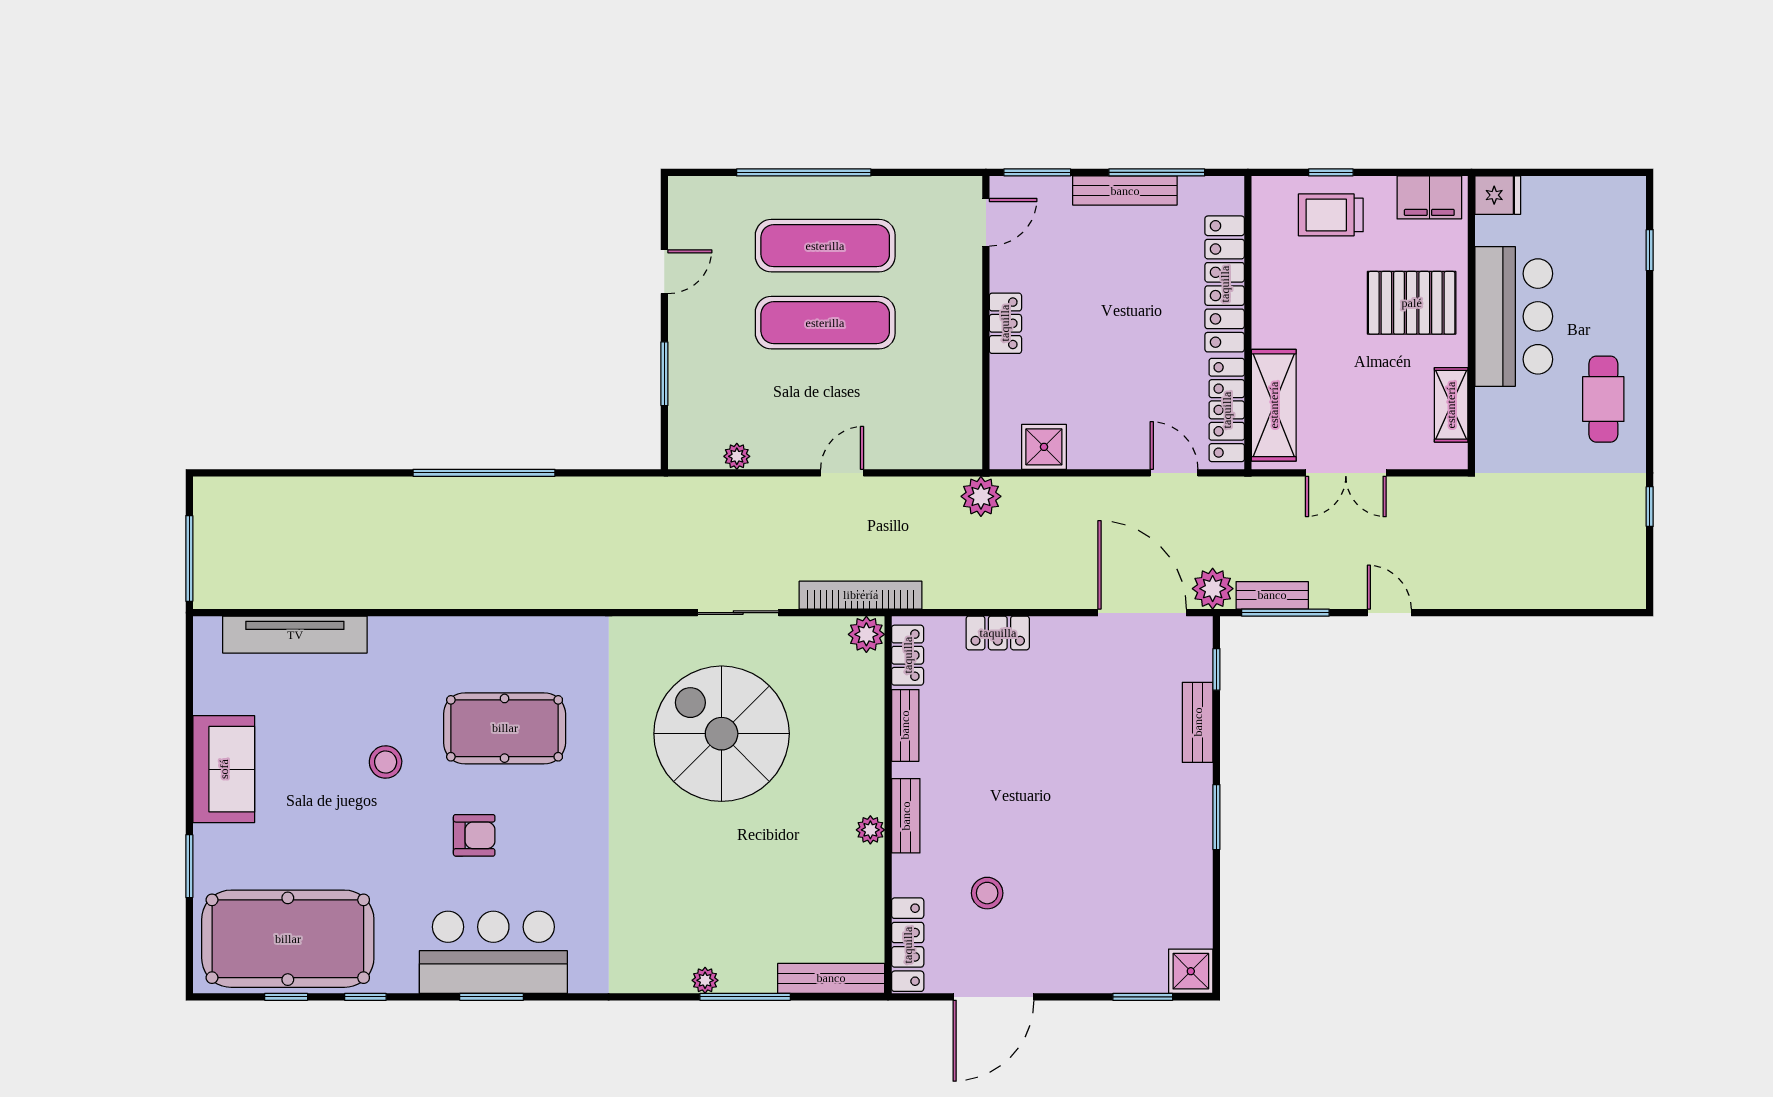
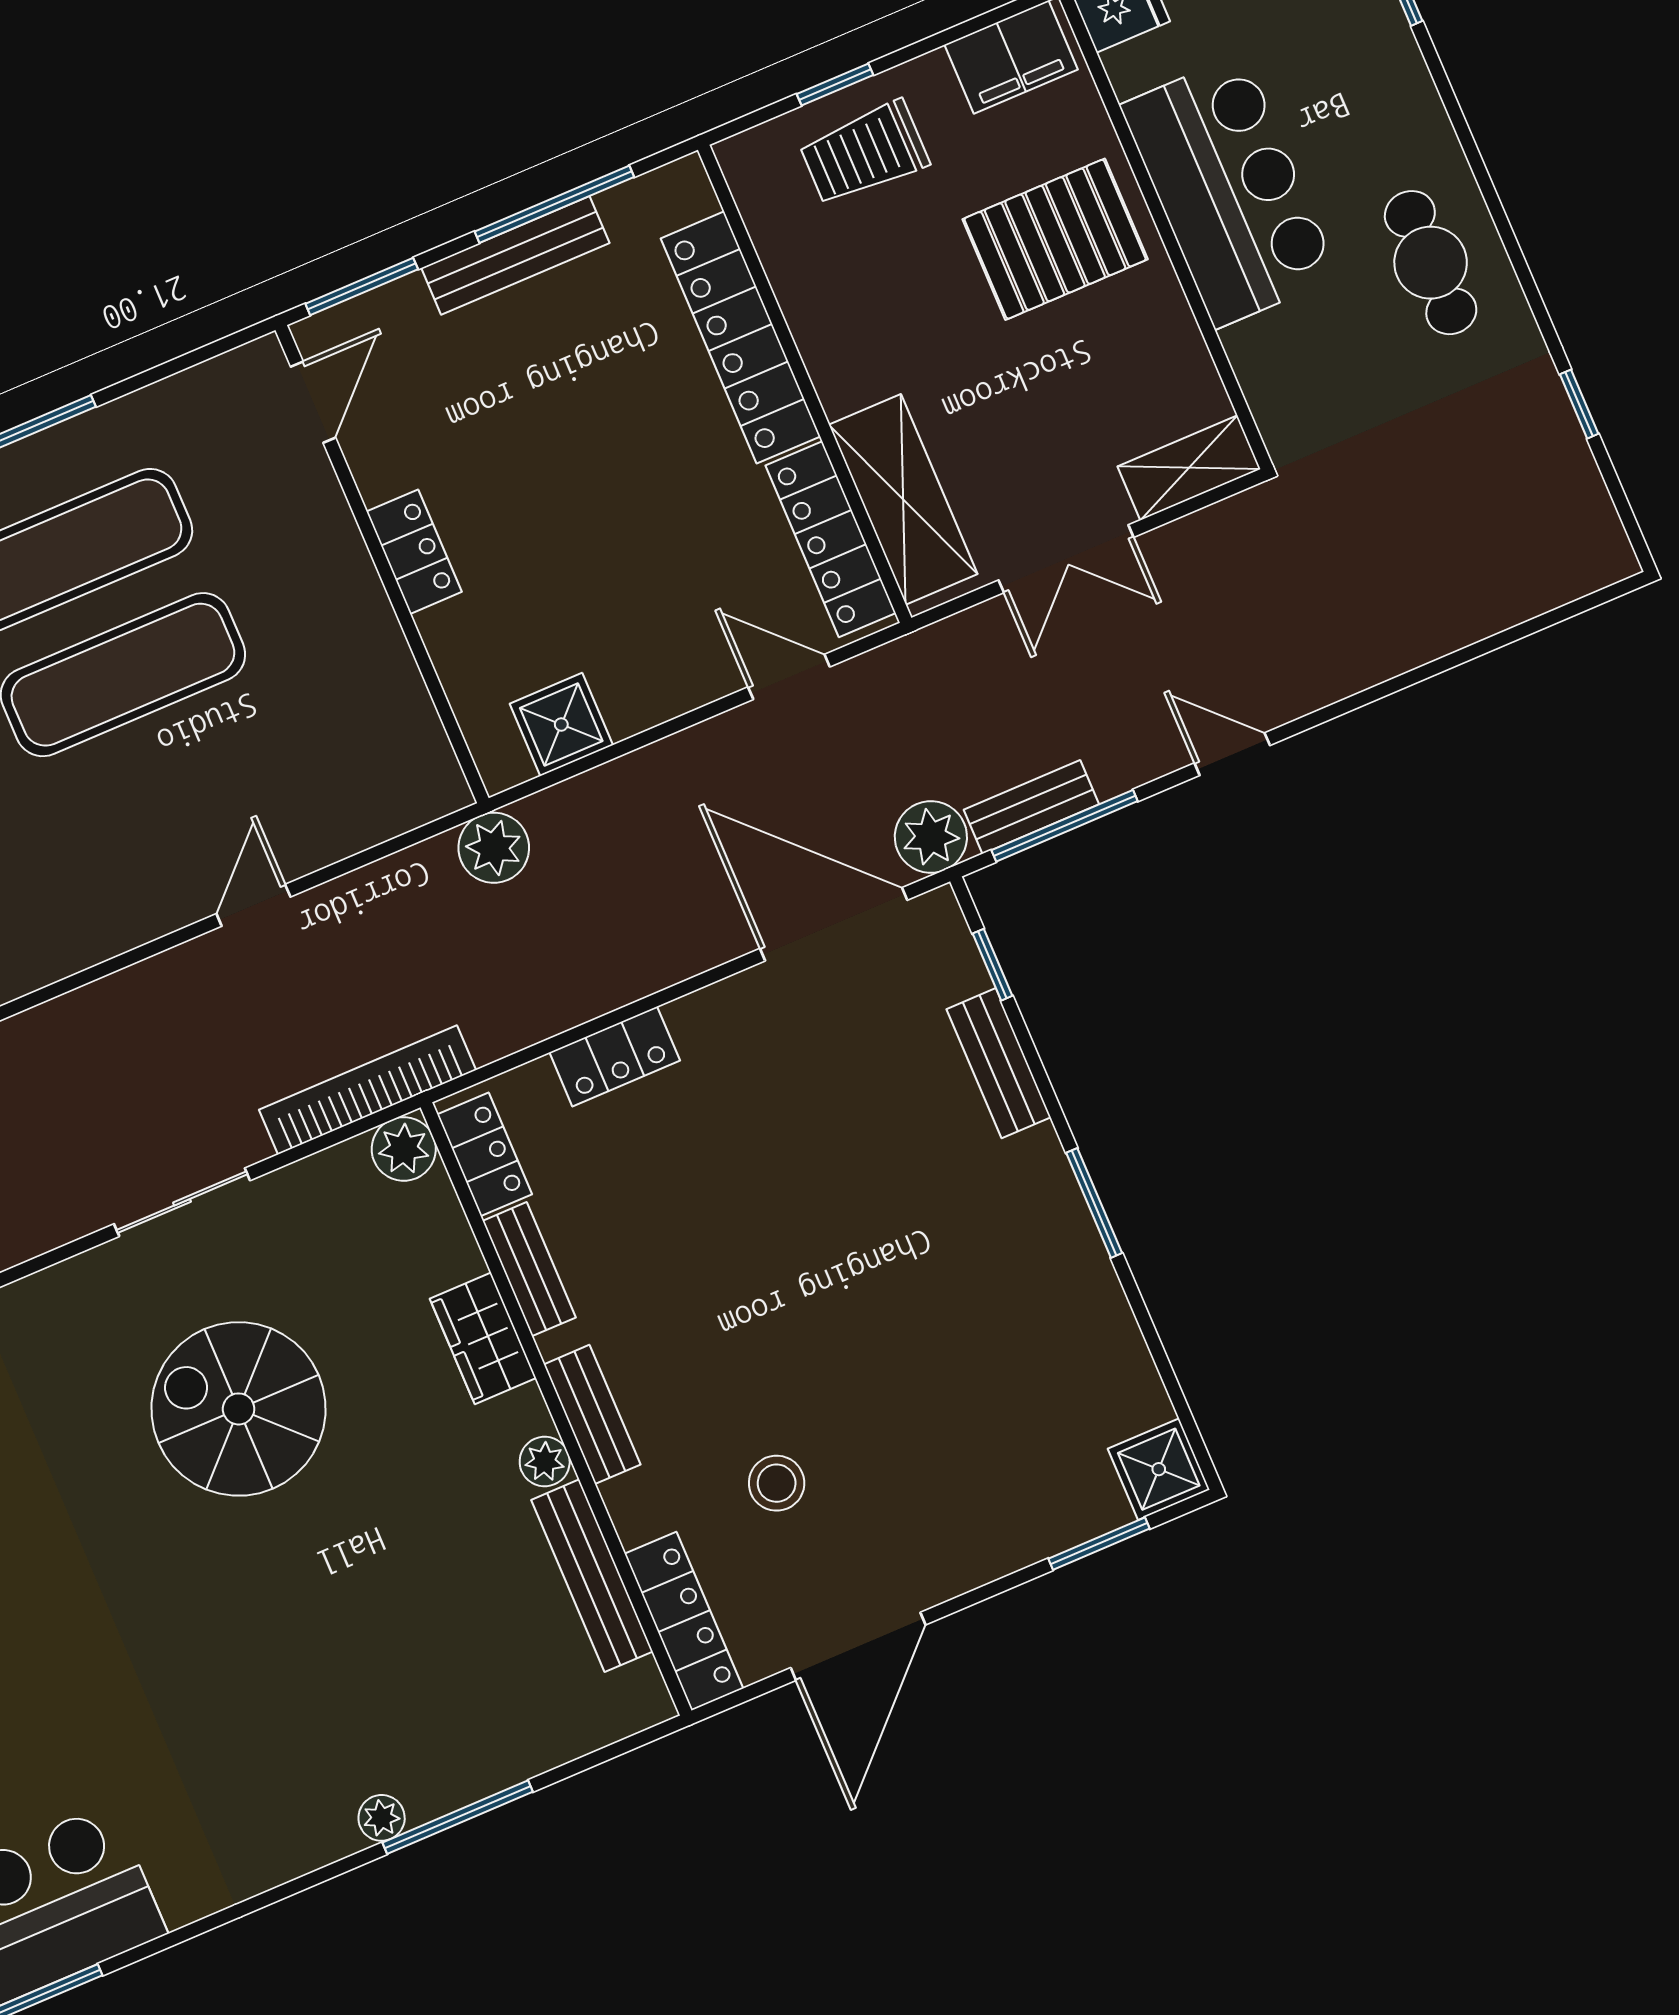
shelving: (1451, 405) -> (1189, 468), moved, turned 90
plant: (737, 456) -> (72, 951), removed
spiral stairs: (722, 734) -> (239, 1409), width x0.73, depth x0.73
wardrobe: (866, 751) -> (483, 1338), added
bench: (831, 978) -> (592, 1576), moved, turned 90

